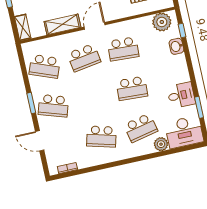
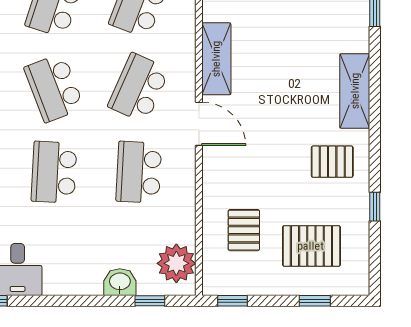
school desk: (84, 58) -> (139, 88), turned 33
school desk: (93, 97) -> (54, 88), added

